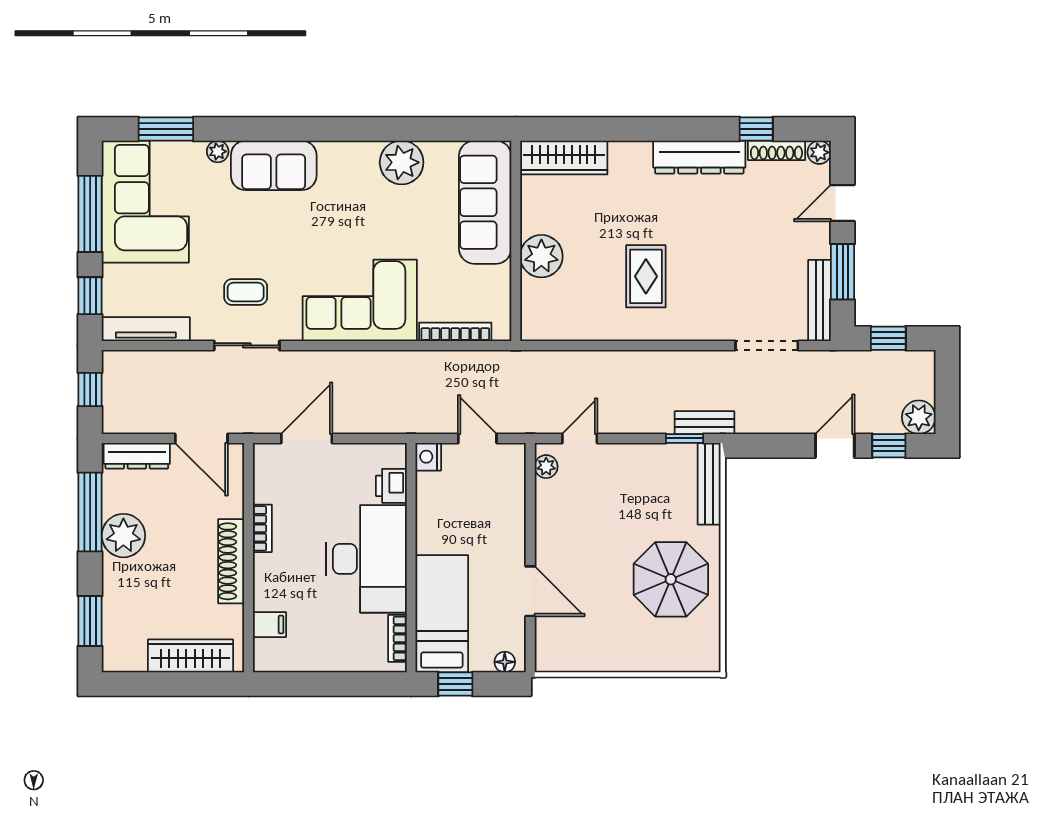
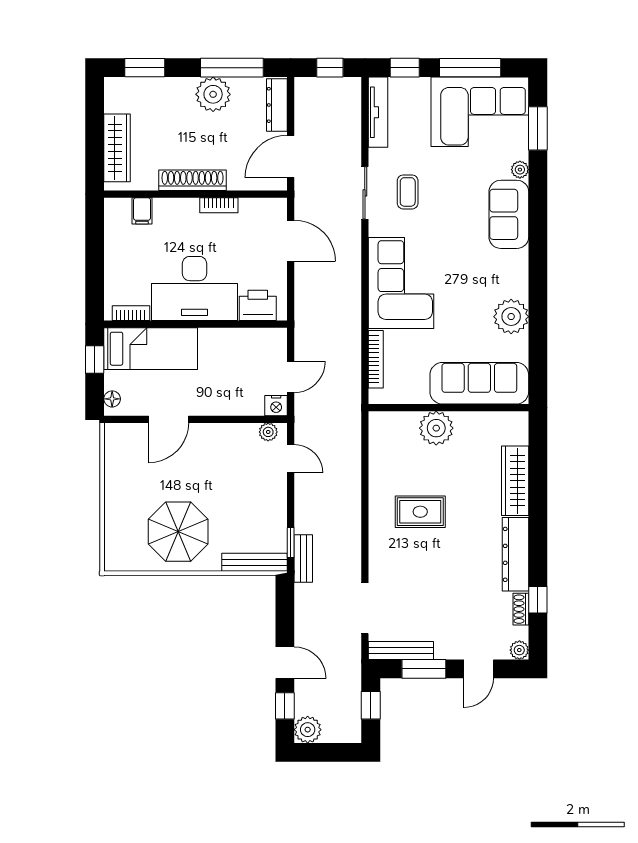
shoe rack: (776, 150) -> (521, 609), width x0.70
wardrobe: (564, 157) -> (515, 481), moved
door: (843, 203) -> (479, 669), swing flipped
nightstand: (428, 457) -> (276, 406), moved, turned 180
printer: (391, 486) -> (258, 305), width x1.36, depth x1.24

